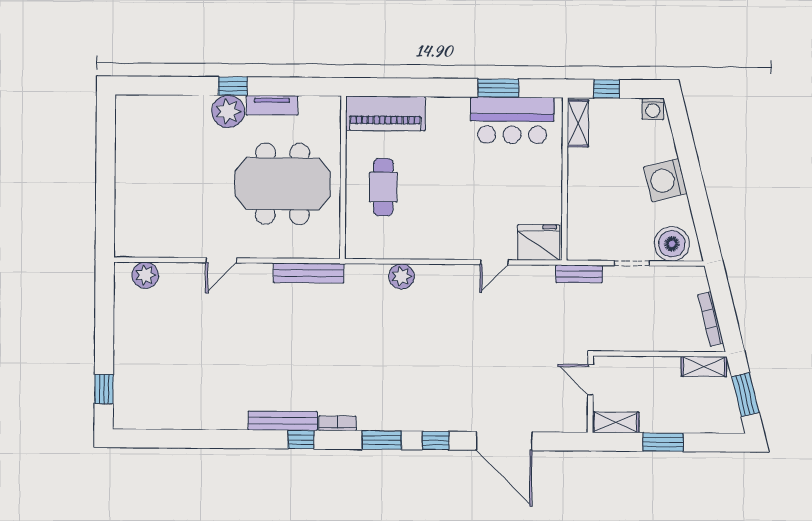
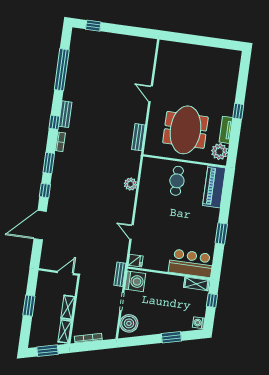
window: (498, 88) -> (221, 234), moved
plant: (228, 111) -> (220, 152), moved
bar counter: (512, 120) -> (191, 263), moved, turned 90
window: (688, 158) -> (171, 337), added
washing machine: (665, 180) -> (135, 281), moved, turned 104
cafe table: (383, 187) -> (177, 181), turned 90
fridge: (539, 243) -> (136, 261), width x0.53, depth x0.75
bench: (309, 273) -> (138, 137), width x0.73
plant: (145, 275) -> (148, 54), removed
bench: (283, 421) -> (65, 114), width x0.73
shelving: (616, 422) -> (68, 307), moved
window: (197, 439) -> (62, 70), added

